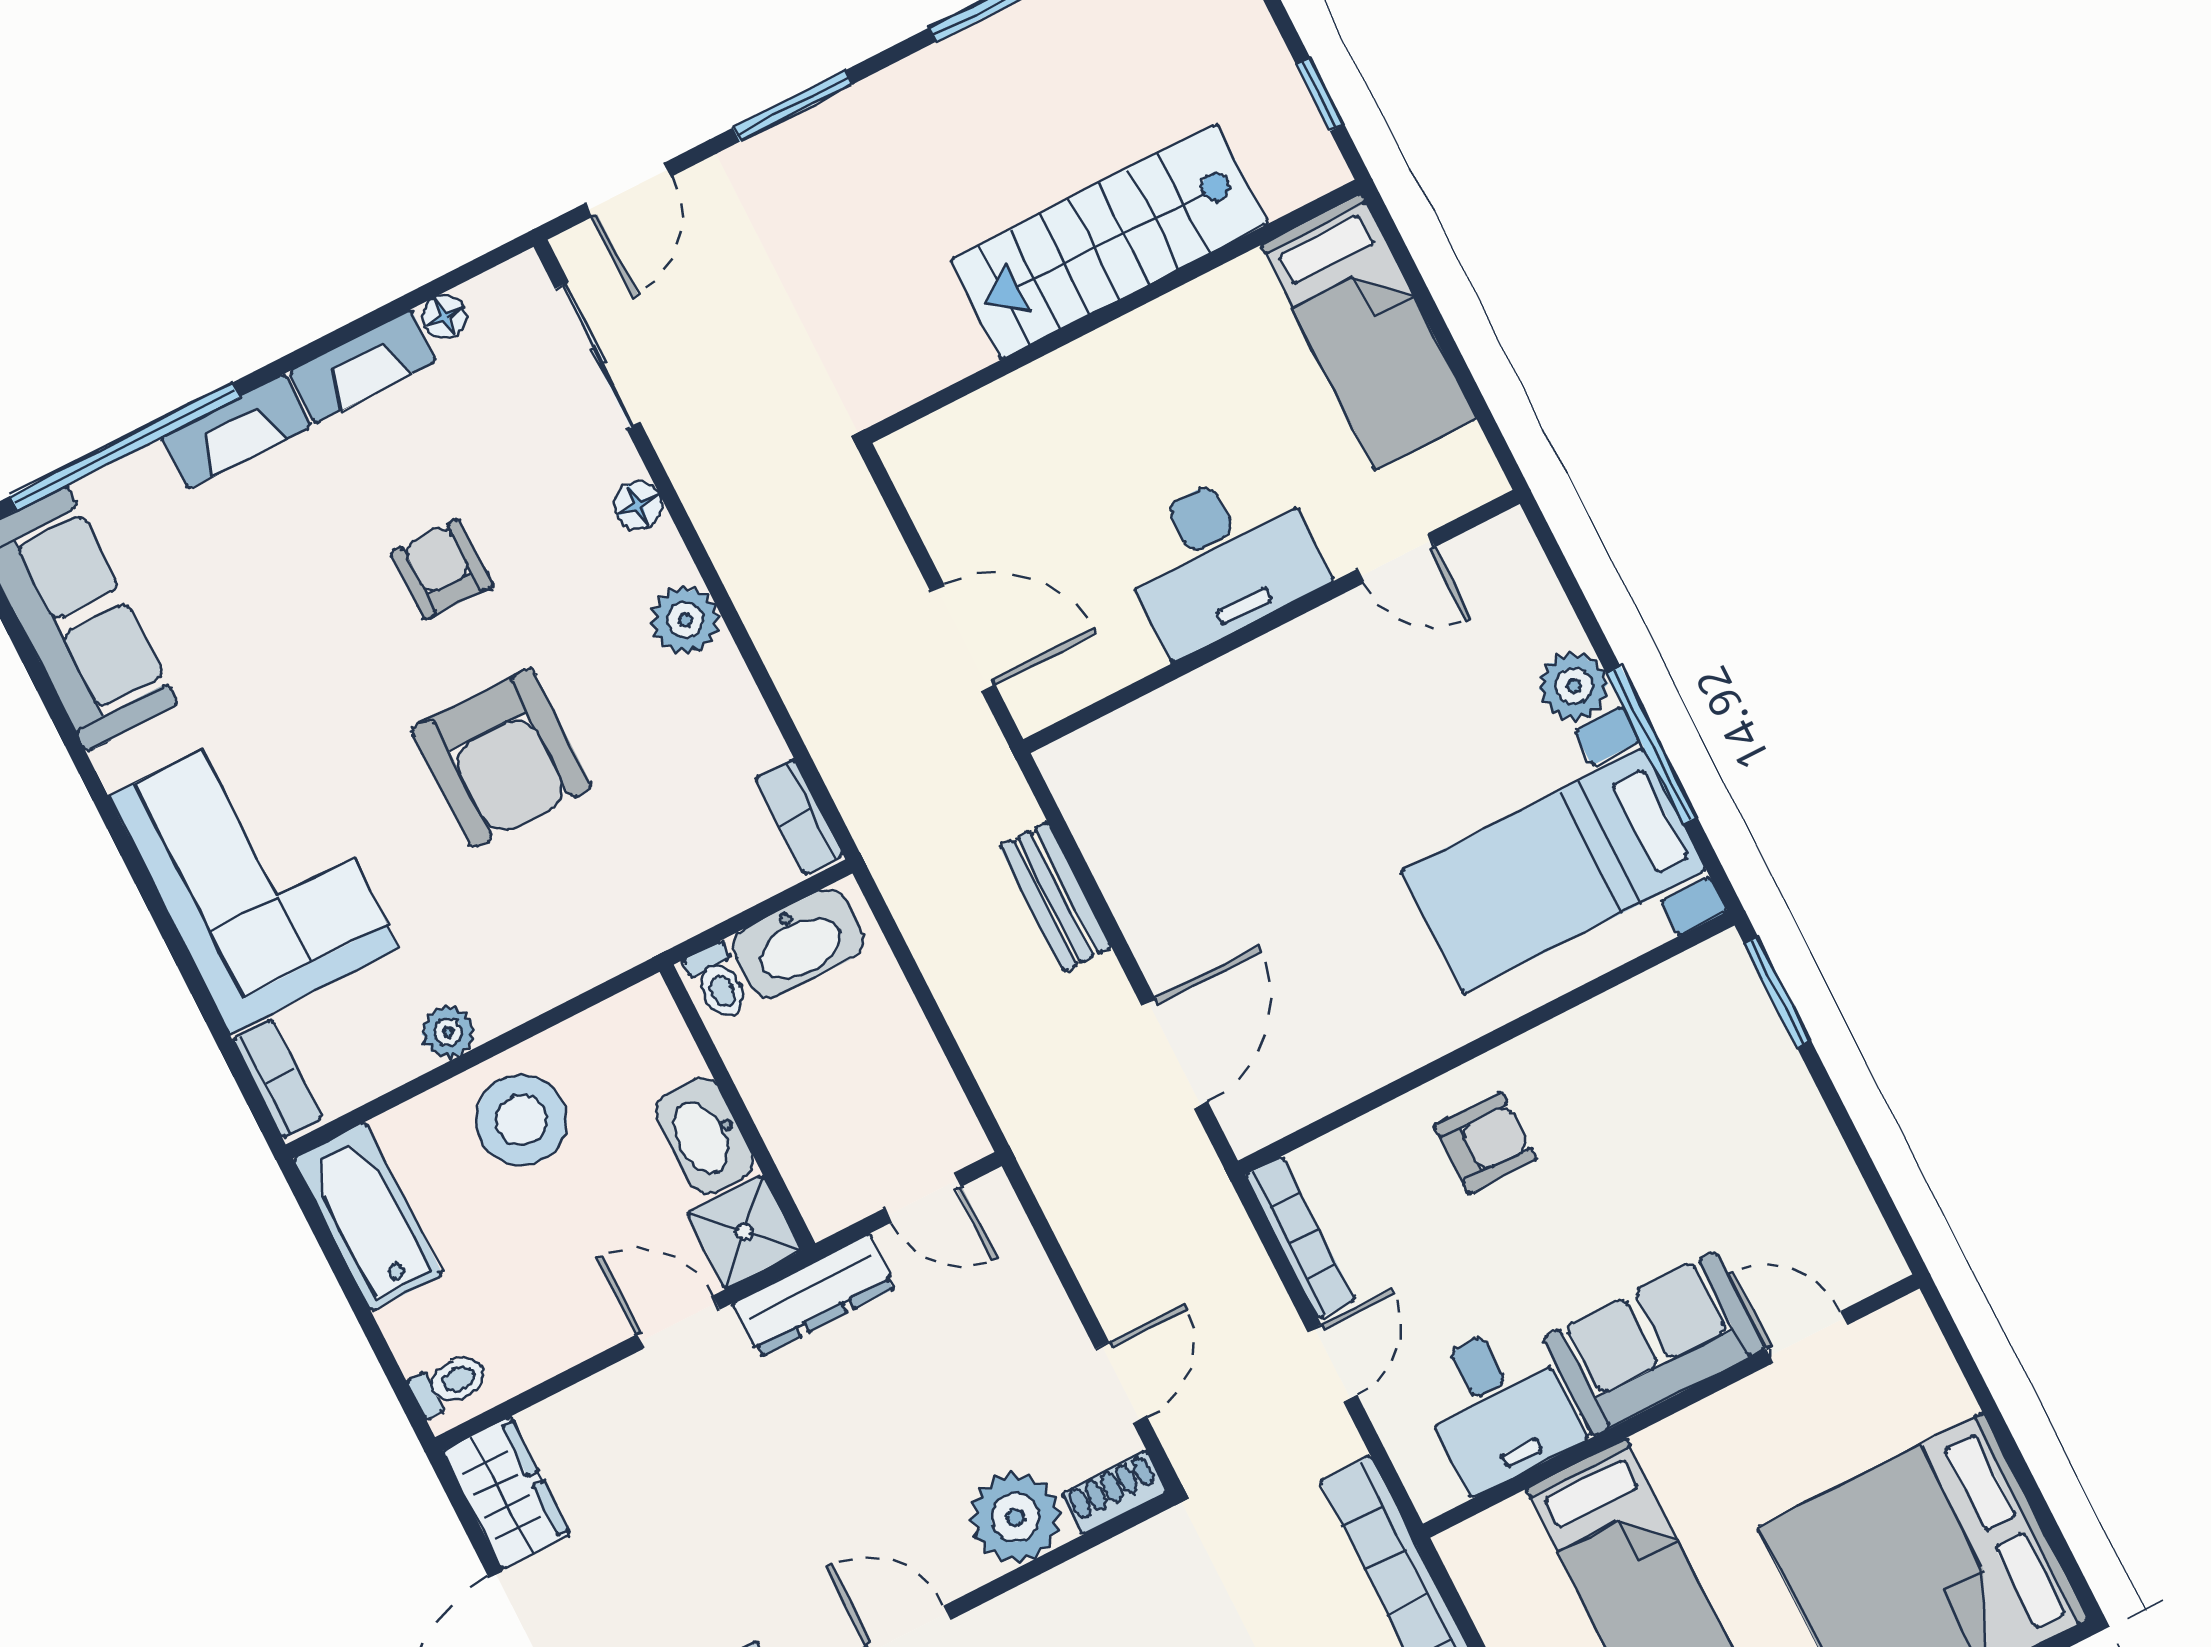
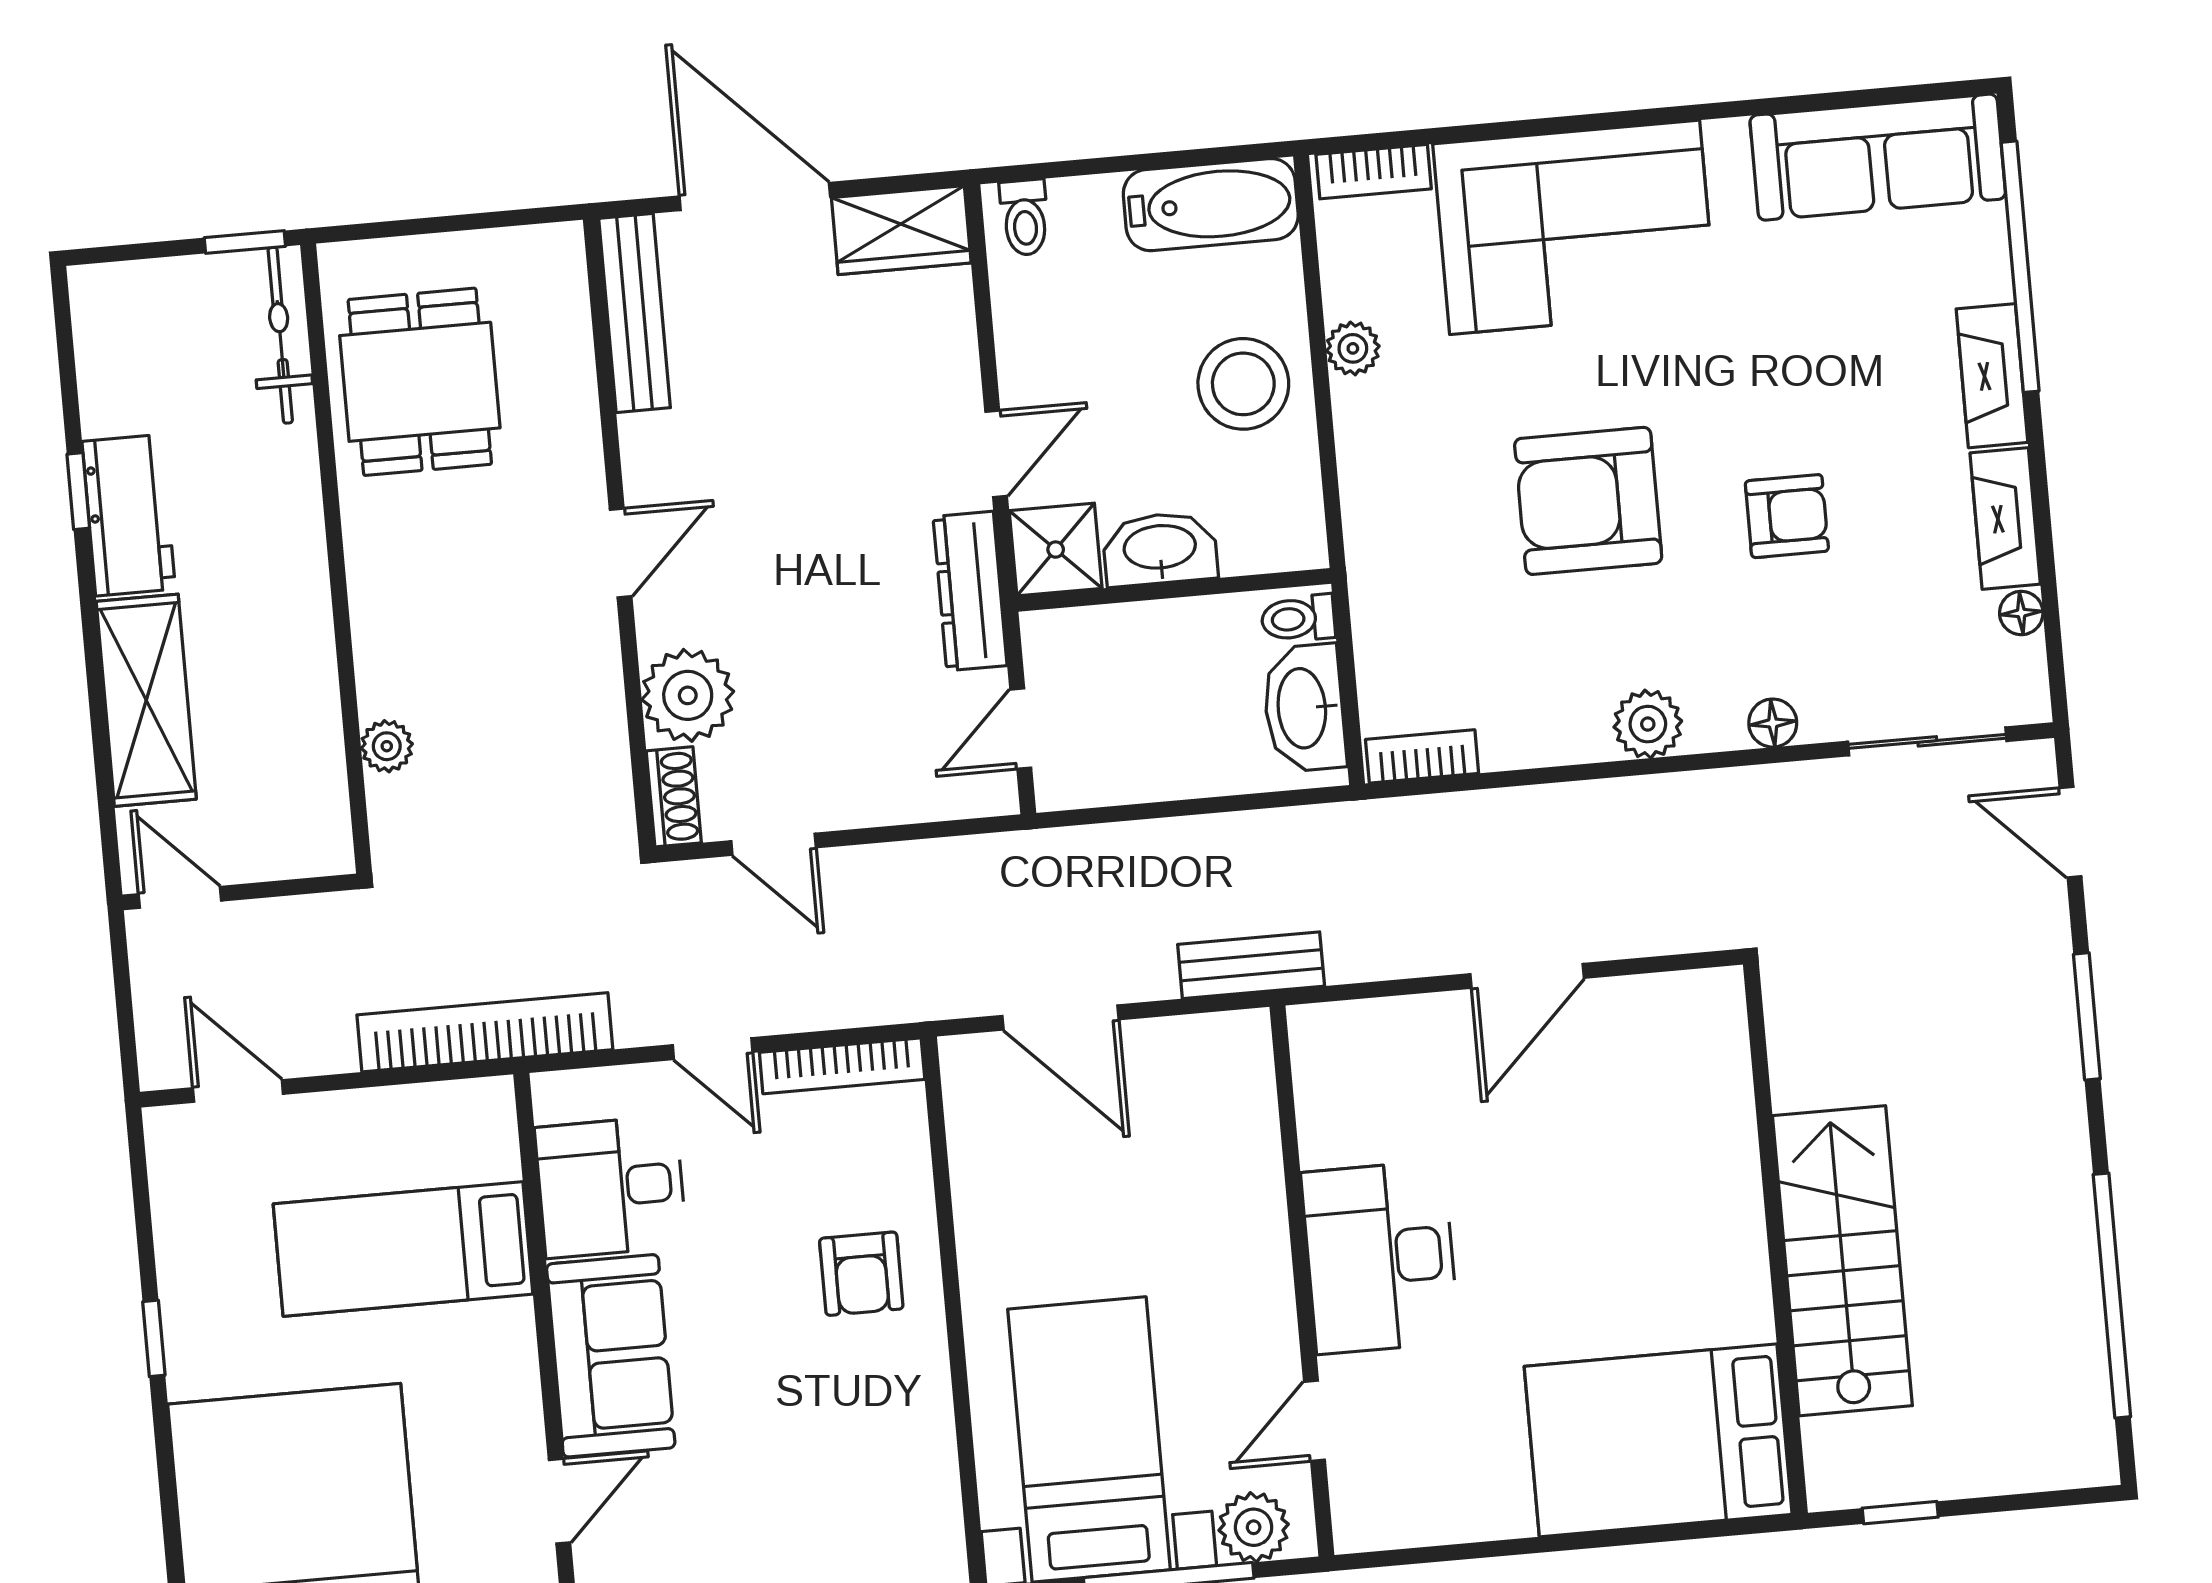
bed: (1368, 332) -> (1658, 1440), width x1.50
desk: (1221, 558) -> (1380, 1257), moved
door: (1396, 558) -> (1314, 1421), moved
wall: (1272, 622) -> (1302, 1281), moved

